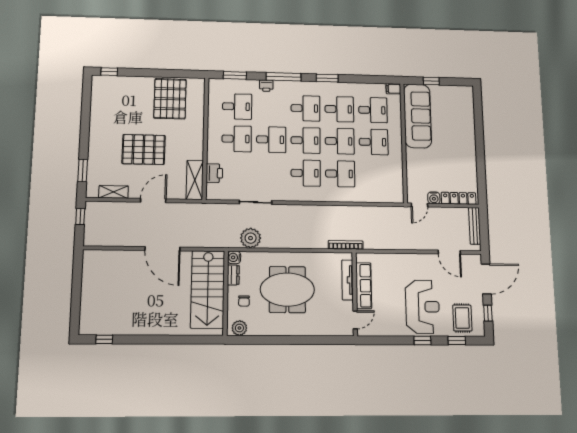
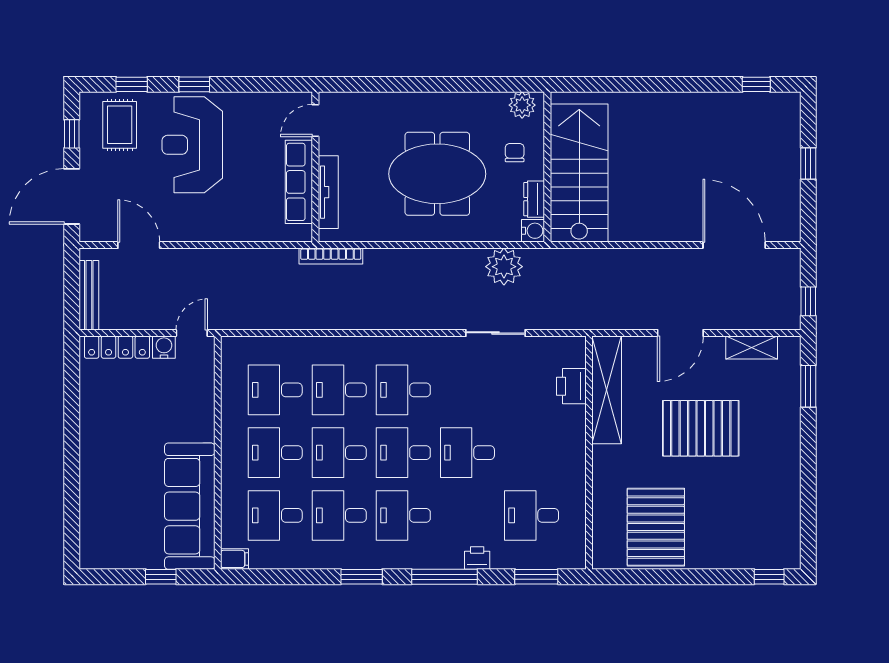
desk: (237, 139) -> (275, 390), moved
shelving: (195, 180) -> (607, 390), width x1.47
door: (162, 249) -> (734, 245), moved
window: (76, 294) -> (808, 164), added

